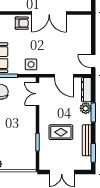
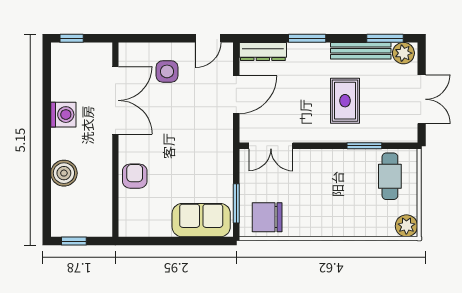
double door: (49, 13) -> (115, 100), moved
side table: (31, 64) -> (167, 71), moved
plant: (86, 108) -> (403, 53), moved
cafe table: (22, 155) -> (390, 176), added

